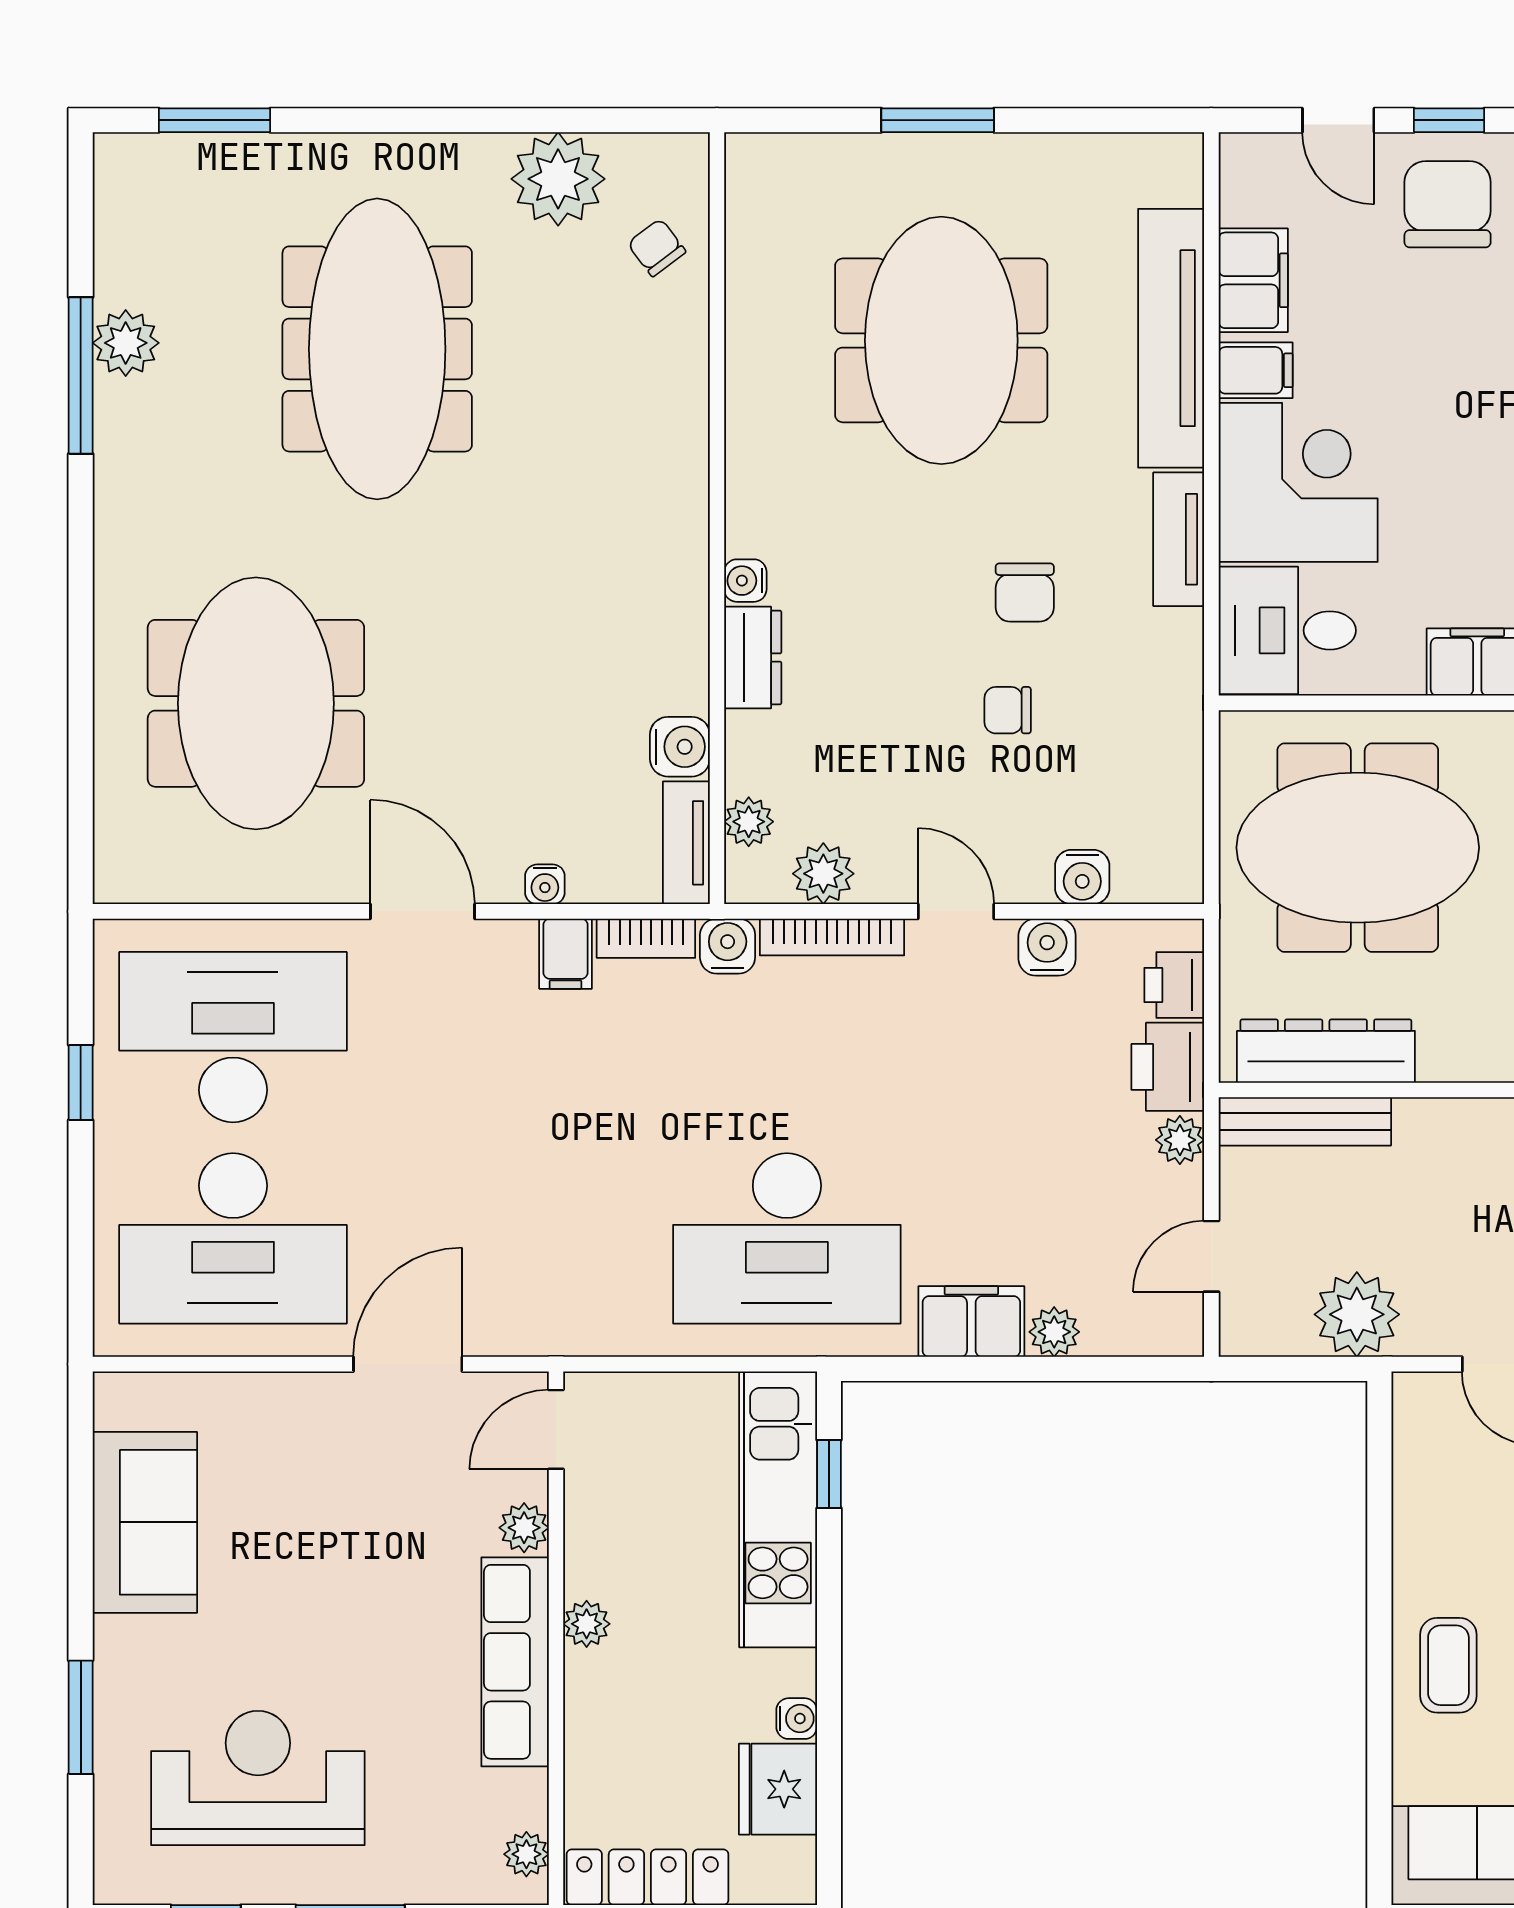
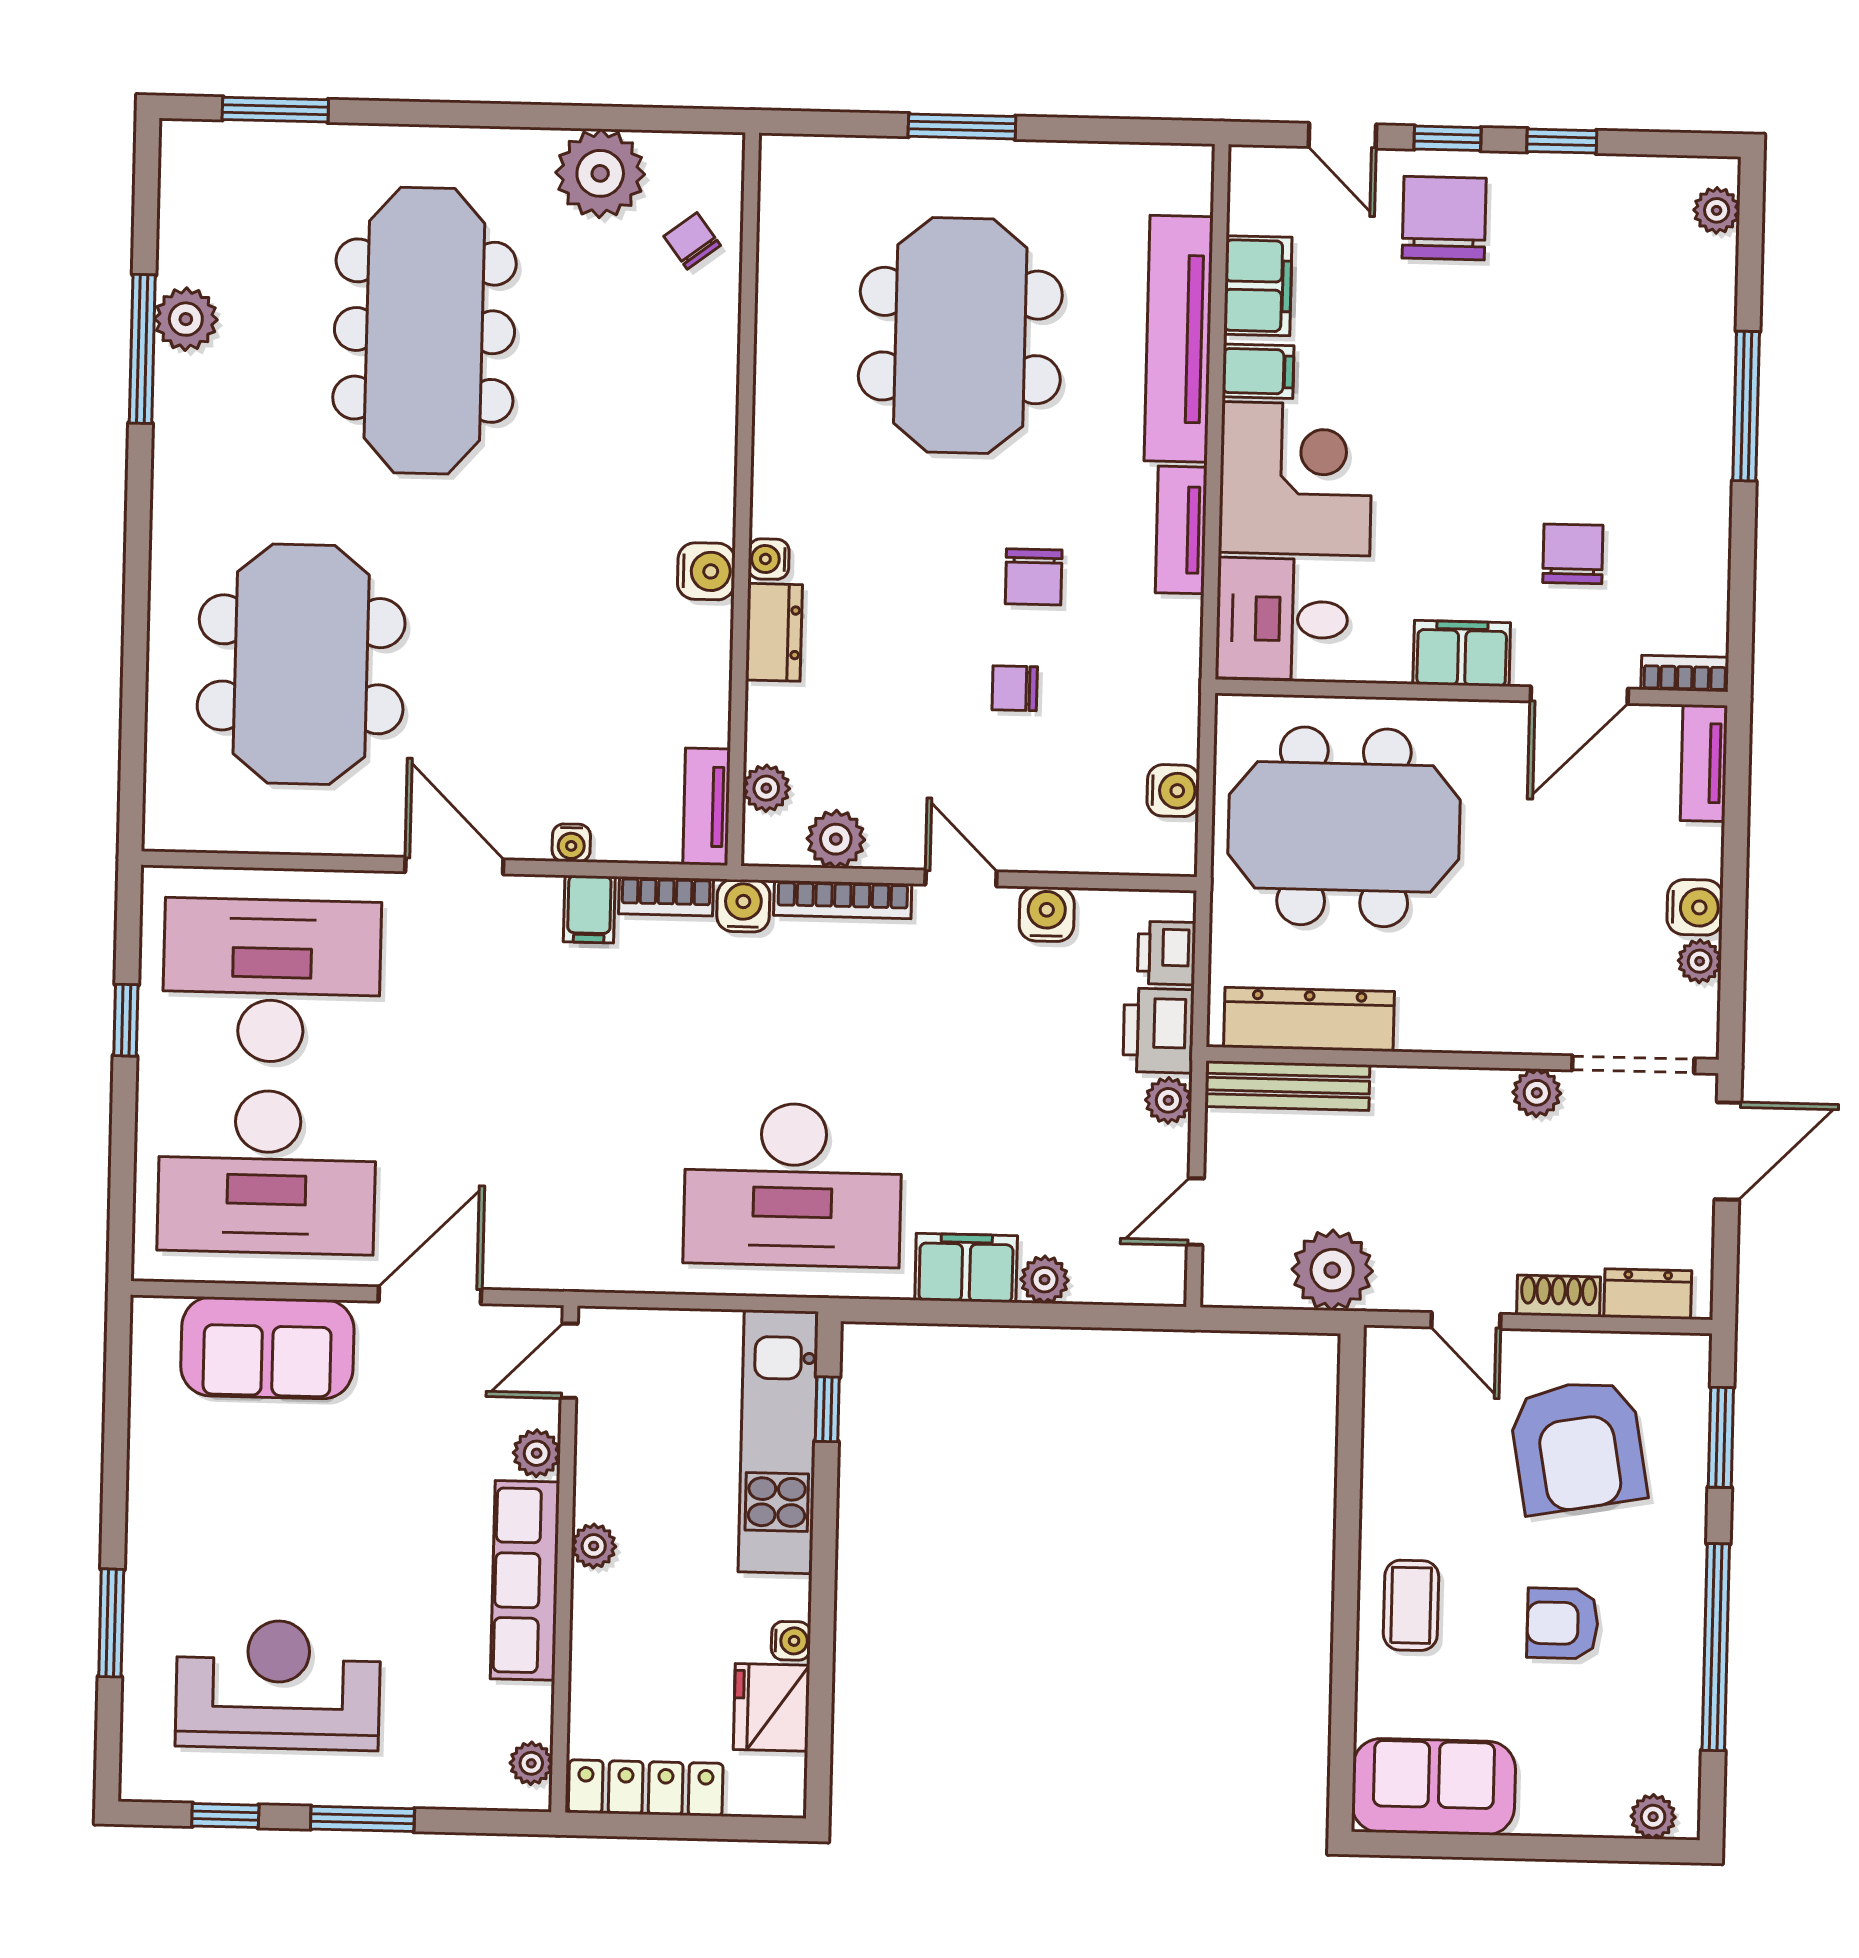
water cooler: (680, 747) -> (706, 571), moved
water cooler: (1082, 877) -> (1173, 791), moved, turned -90
sofa: (145, 1522) -> (267, 1348), moved, turned 90

